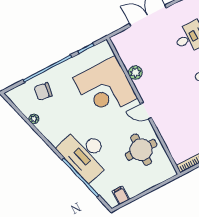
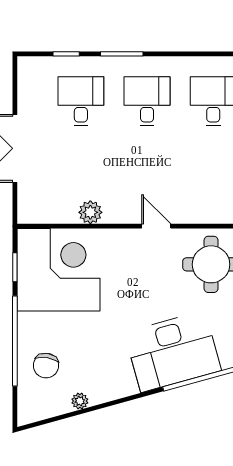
corner desk: (105, 88) -> (59, 270), moved, turned -90
door: (146, 111) -> (156, 226), swing flipped

